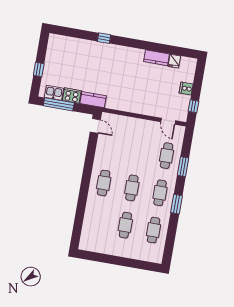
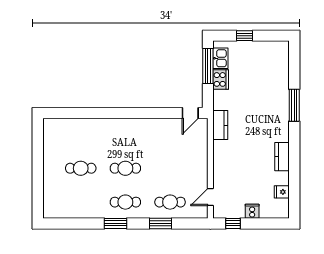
window: (104, 38) -> (294, 105), width x2.17
kitchen counter: (156, 58) -> (282, 157), moved
kitchen counter: (93, 100) -> (220, 125), moved
cafe table: (104, 183) -> (125, 134), removed
cafe table: (154, 230) -> (81, 202), removed

